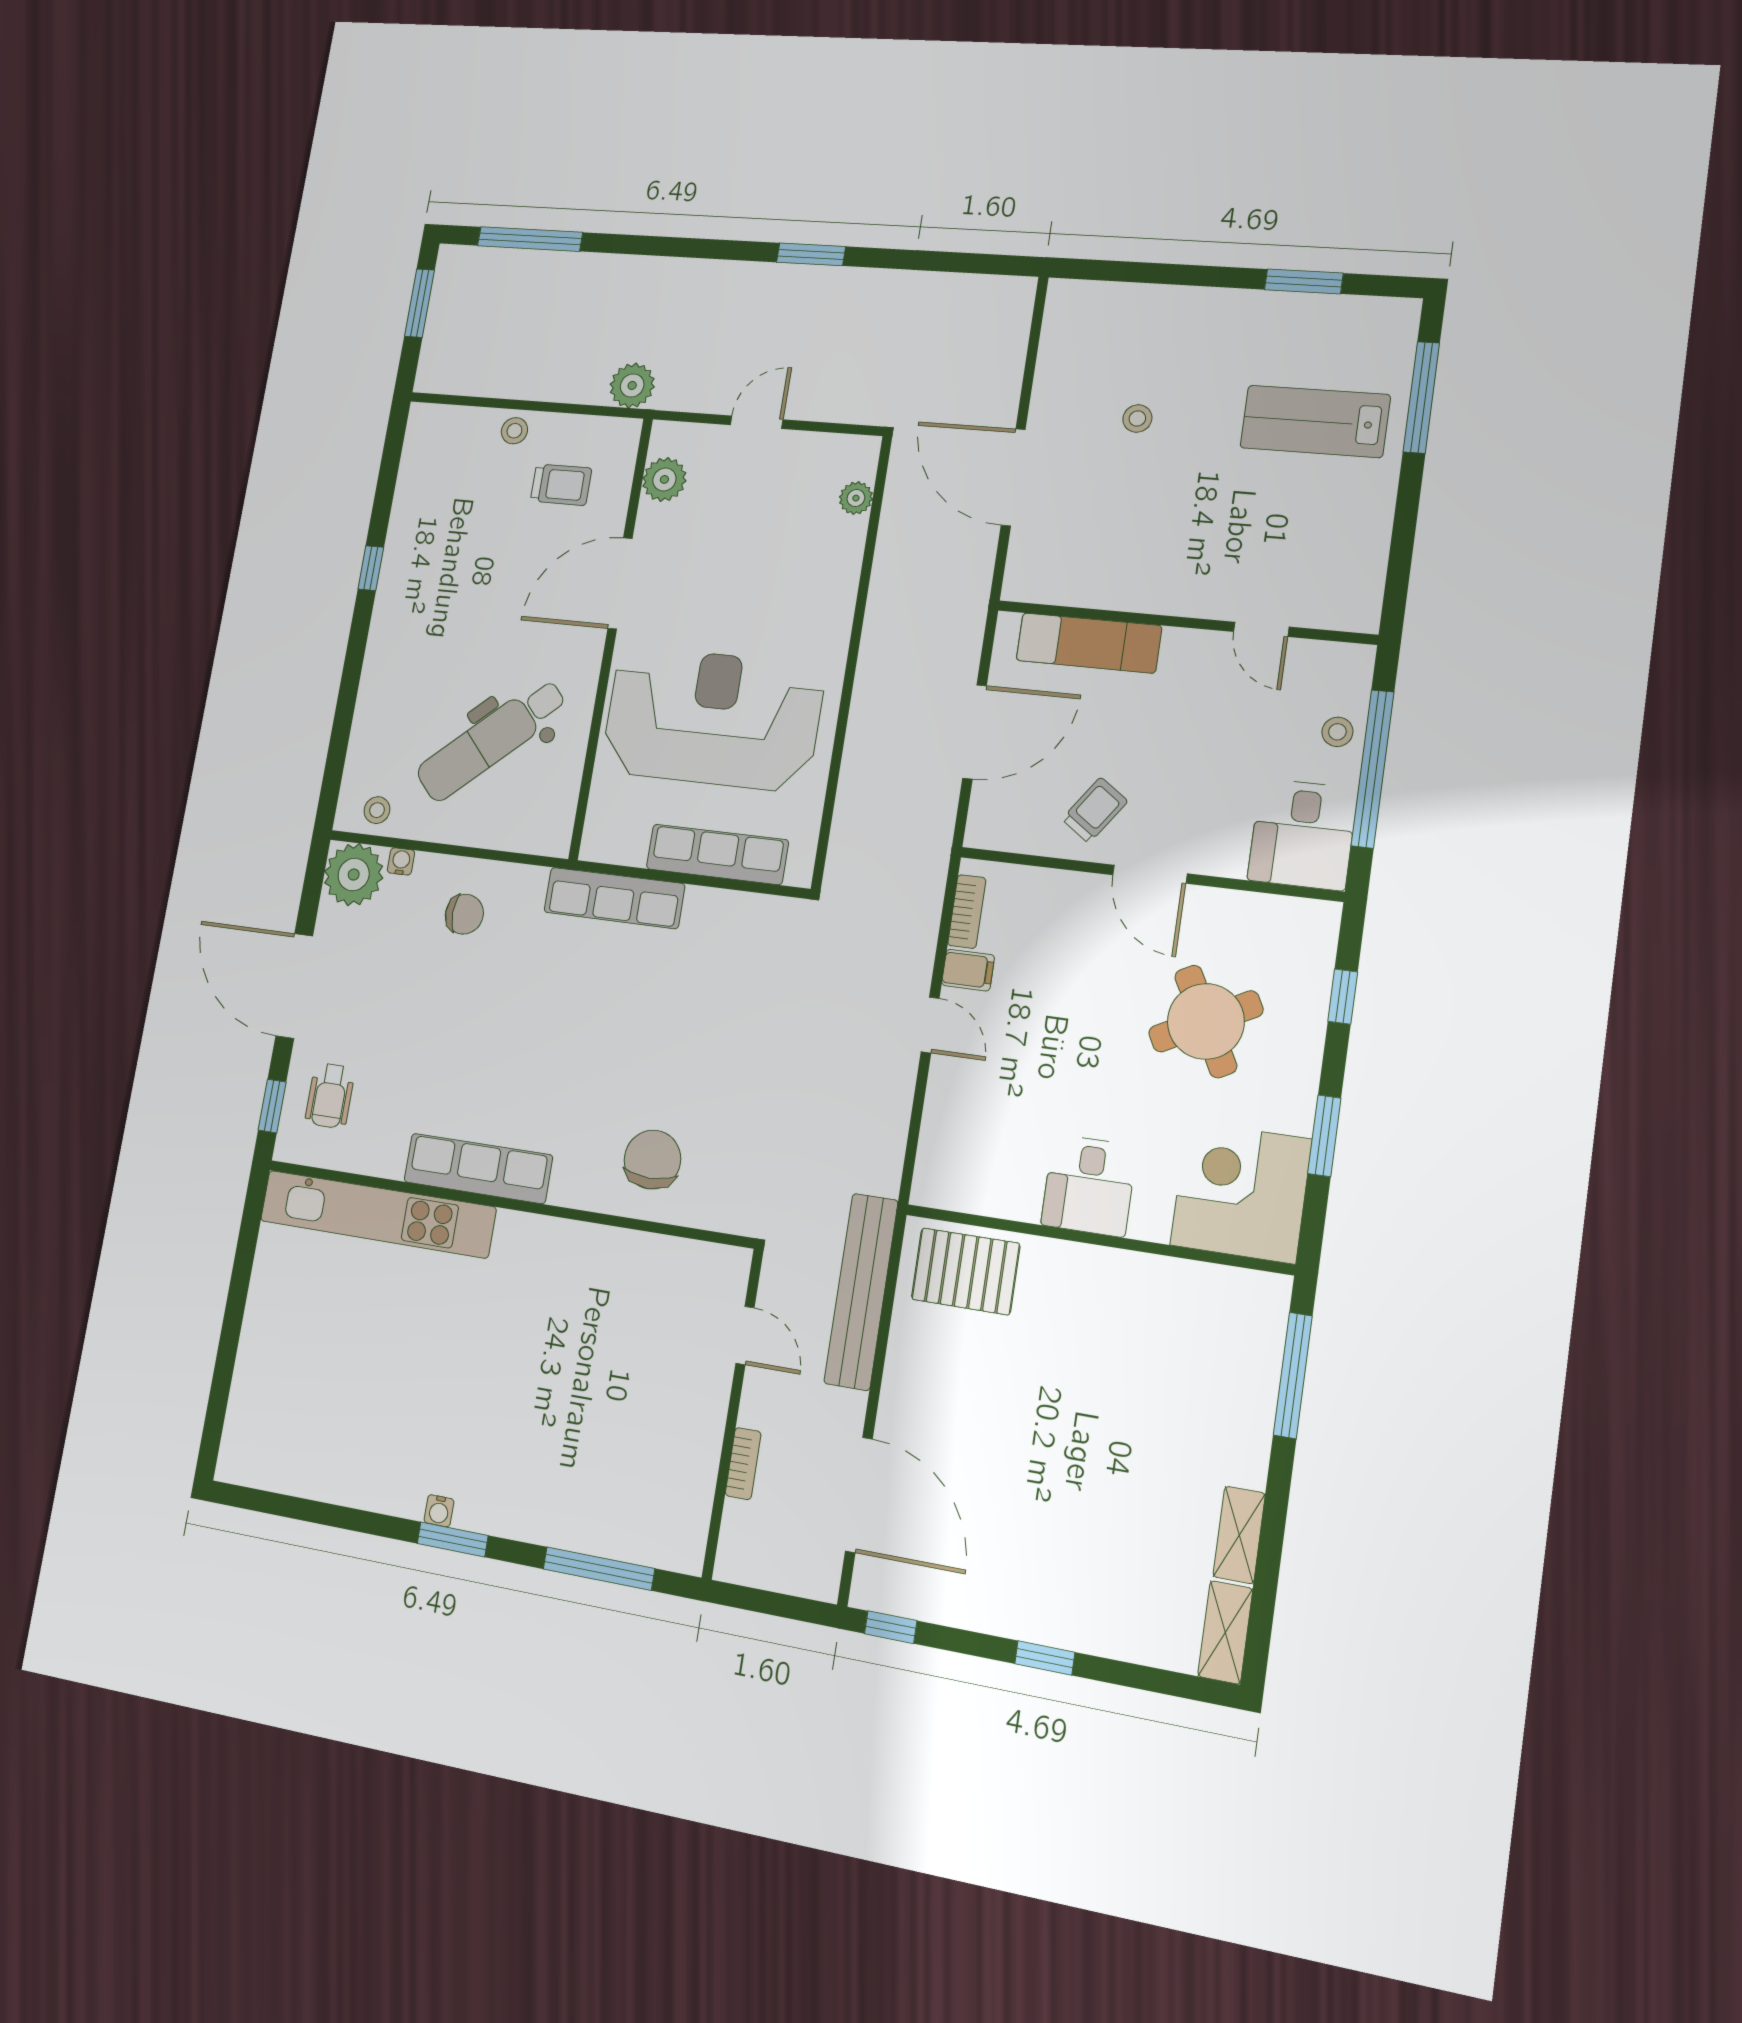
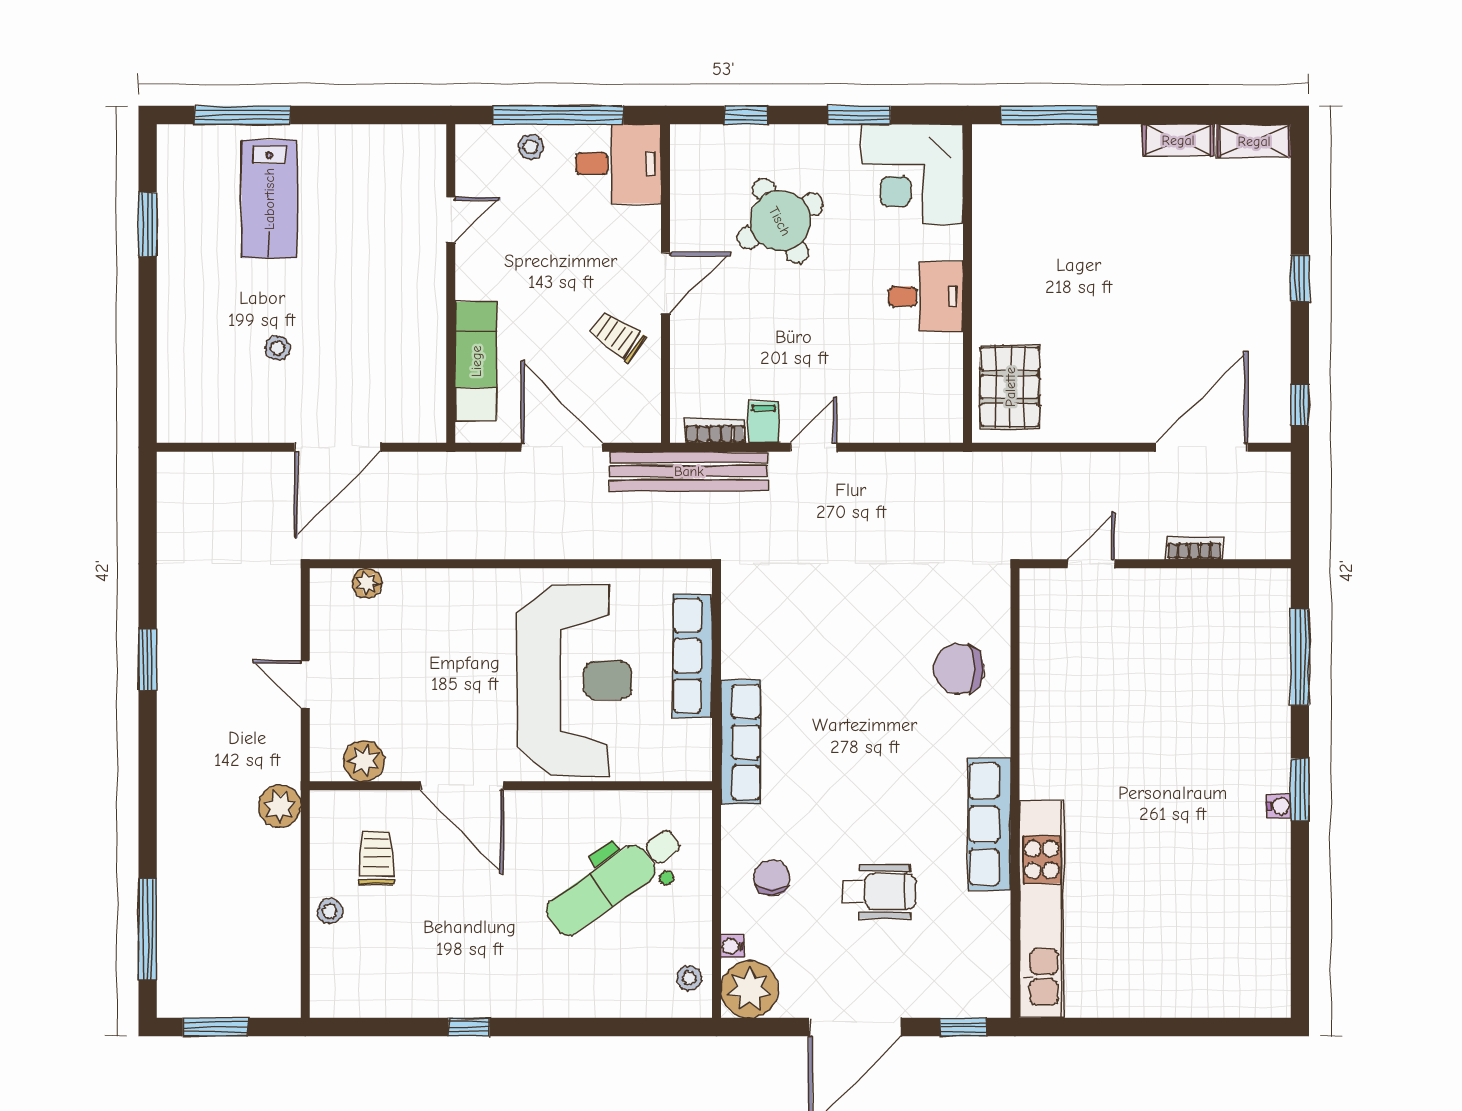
reception desk: (713, 719) -> (574, 680), turned 180
dental chair: (492, 740) -> (614, 881), turned 97
wheelchair: (330, 1096) -> (879, 892), moved, width x1.36, depth x1.37
bench: (861, 1292) -> (689, 471), moved

